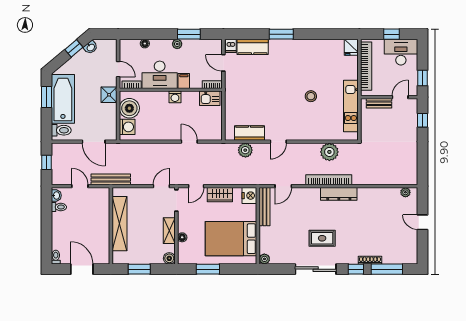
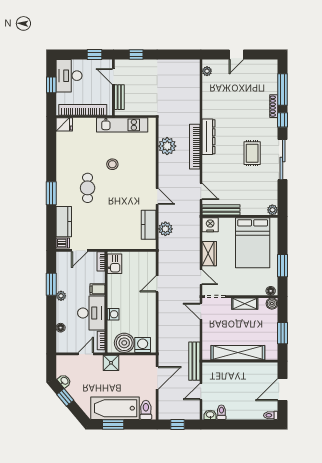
cafe table: (287, 71) -> (88, 188), added
washing machine: (175, 97) -> (113, 314), moved
floor lamp: (182, 237) -> (271, 291), moved

